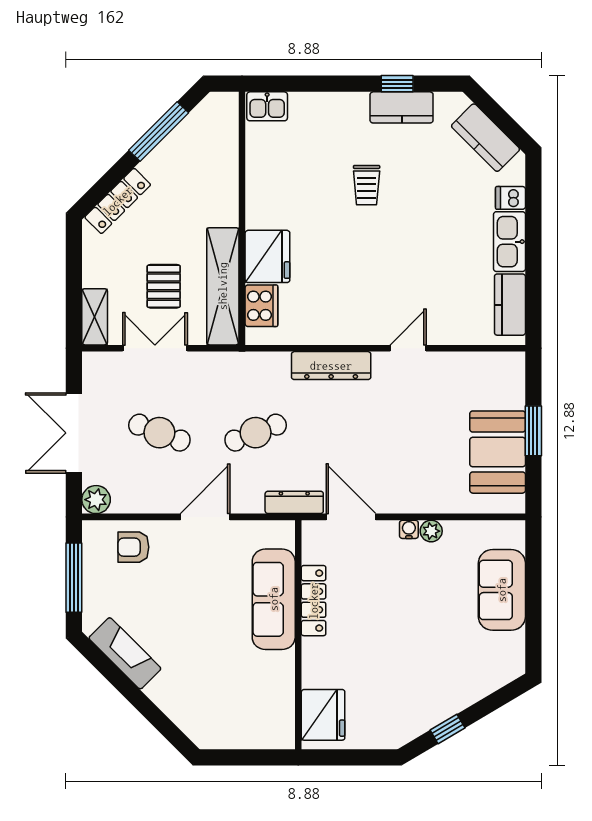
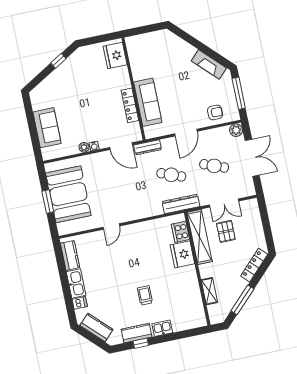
kitchen sink: (267, 106) -> (162, 328), moved
shelving: (95, 317) -> (209, 291), moved
dresser: (331, 366) -> (181, 204), moved
cafe table: (256, 433) -> (171, 175), turned 42
booth: (498, 452) -> (68, 194), width x1.36, depth x1.42

